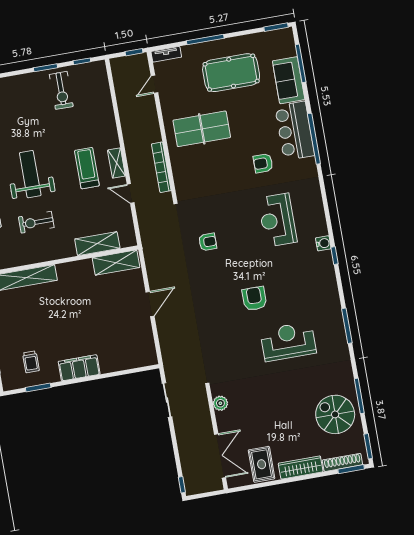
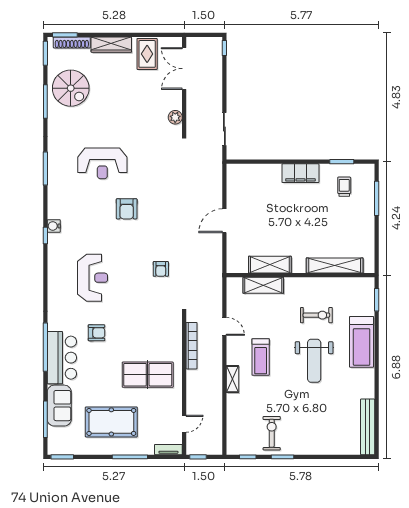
shelving: (116, 163) -> (232, 379), moved
armchair: (208, 242) -> (161, 269), turned -90
water cooler: (323, 243) -> (54, 226), moved
shelving: (116, 263) -> (270, 265), moved

